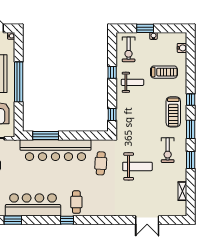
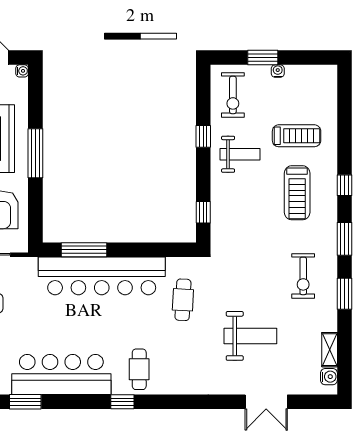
water cooler: (182, 48) -> (329, 377), moved
window: (19, 82) -> (35, 153), width x0.68
treadmill: (173, 112) -> (297, 193), moved
weight bench: (137, 166) -> (250, 336), moved

